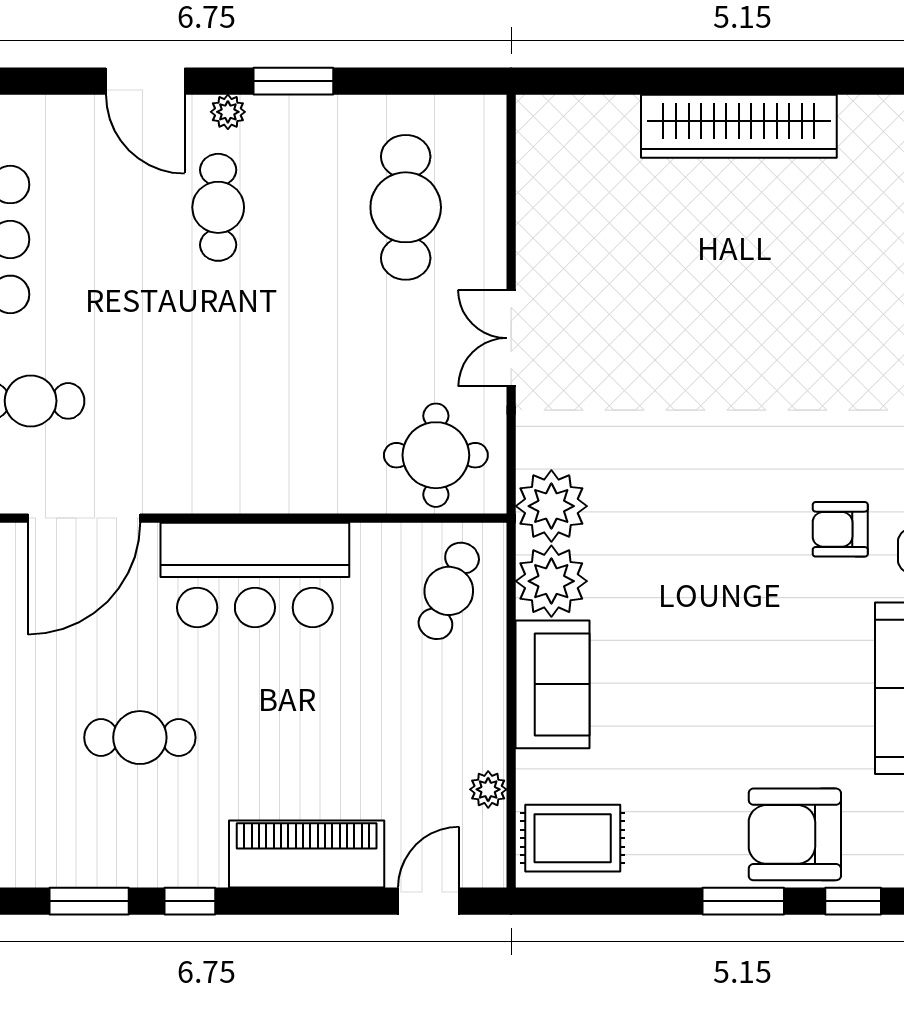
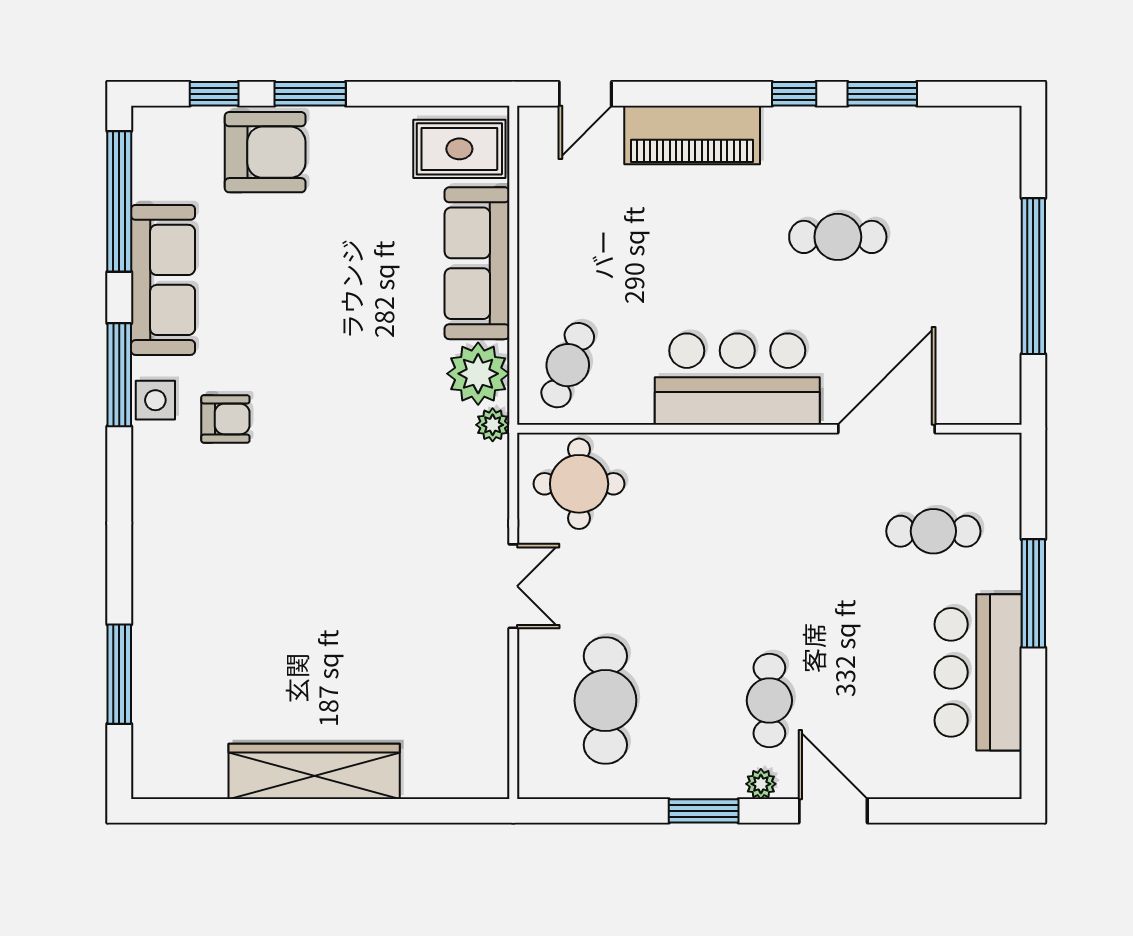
plant: (551, 506) -> (493, 425), width x0.53, depth x0.53
sofa: (553, 684) -> (477, 263), width x1.36
plant: (488, 789) -> (533, 191), removed

